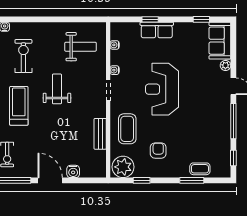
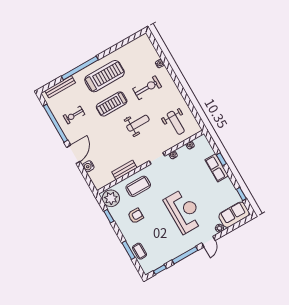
reception desk: (162, 89) -> (184, 211), moved, turned 90
treadmill: (19, 106) -> (112, 104), turned 180

